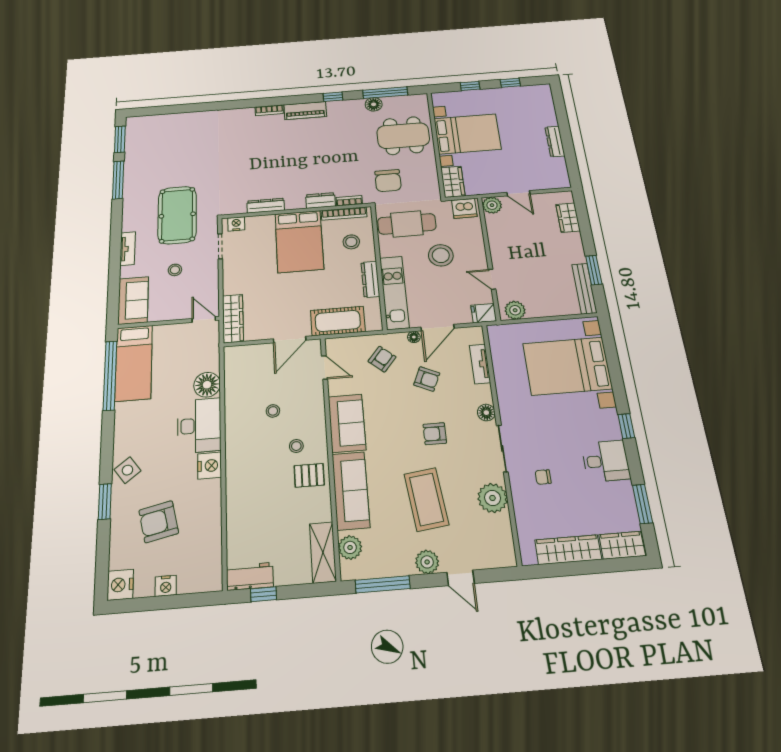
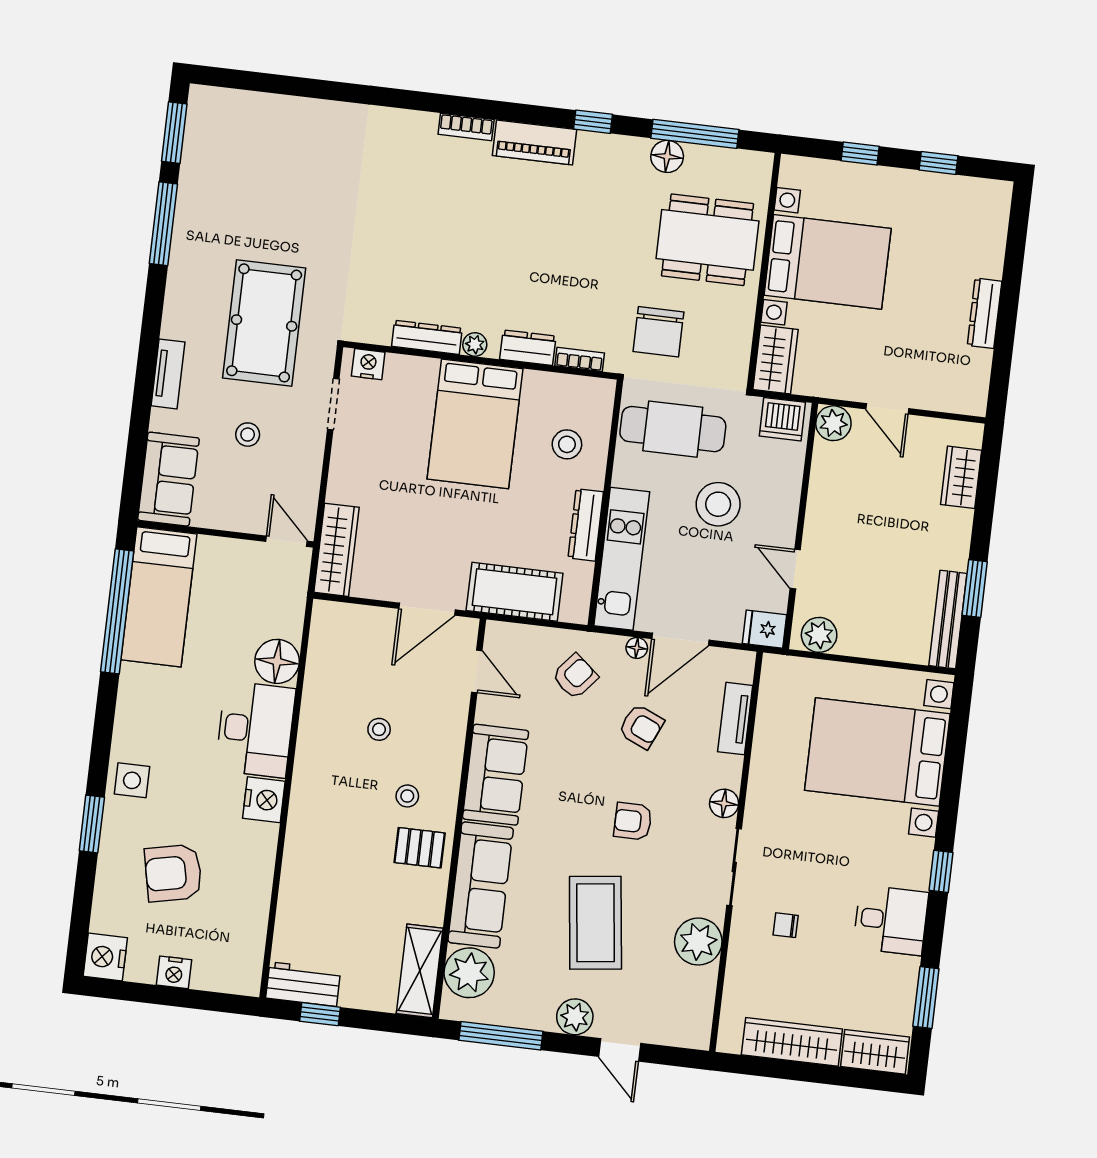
plant: (292, 204) -> (475, 344), added
bookcase: (344, 214) -> (565, 384), removed
side table: (127, 470) -> (132, 780), turned 37
plant: (350, 547) -> (469, 973), width x1.36, depth x1.36

